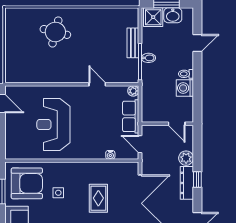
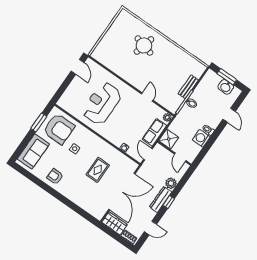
shower: (153, 17) -> (169, 139), moved
door: (197, 43) -> (229, 115), hinge flipped

